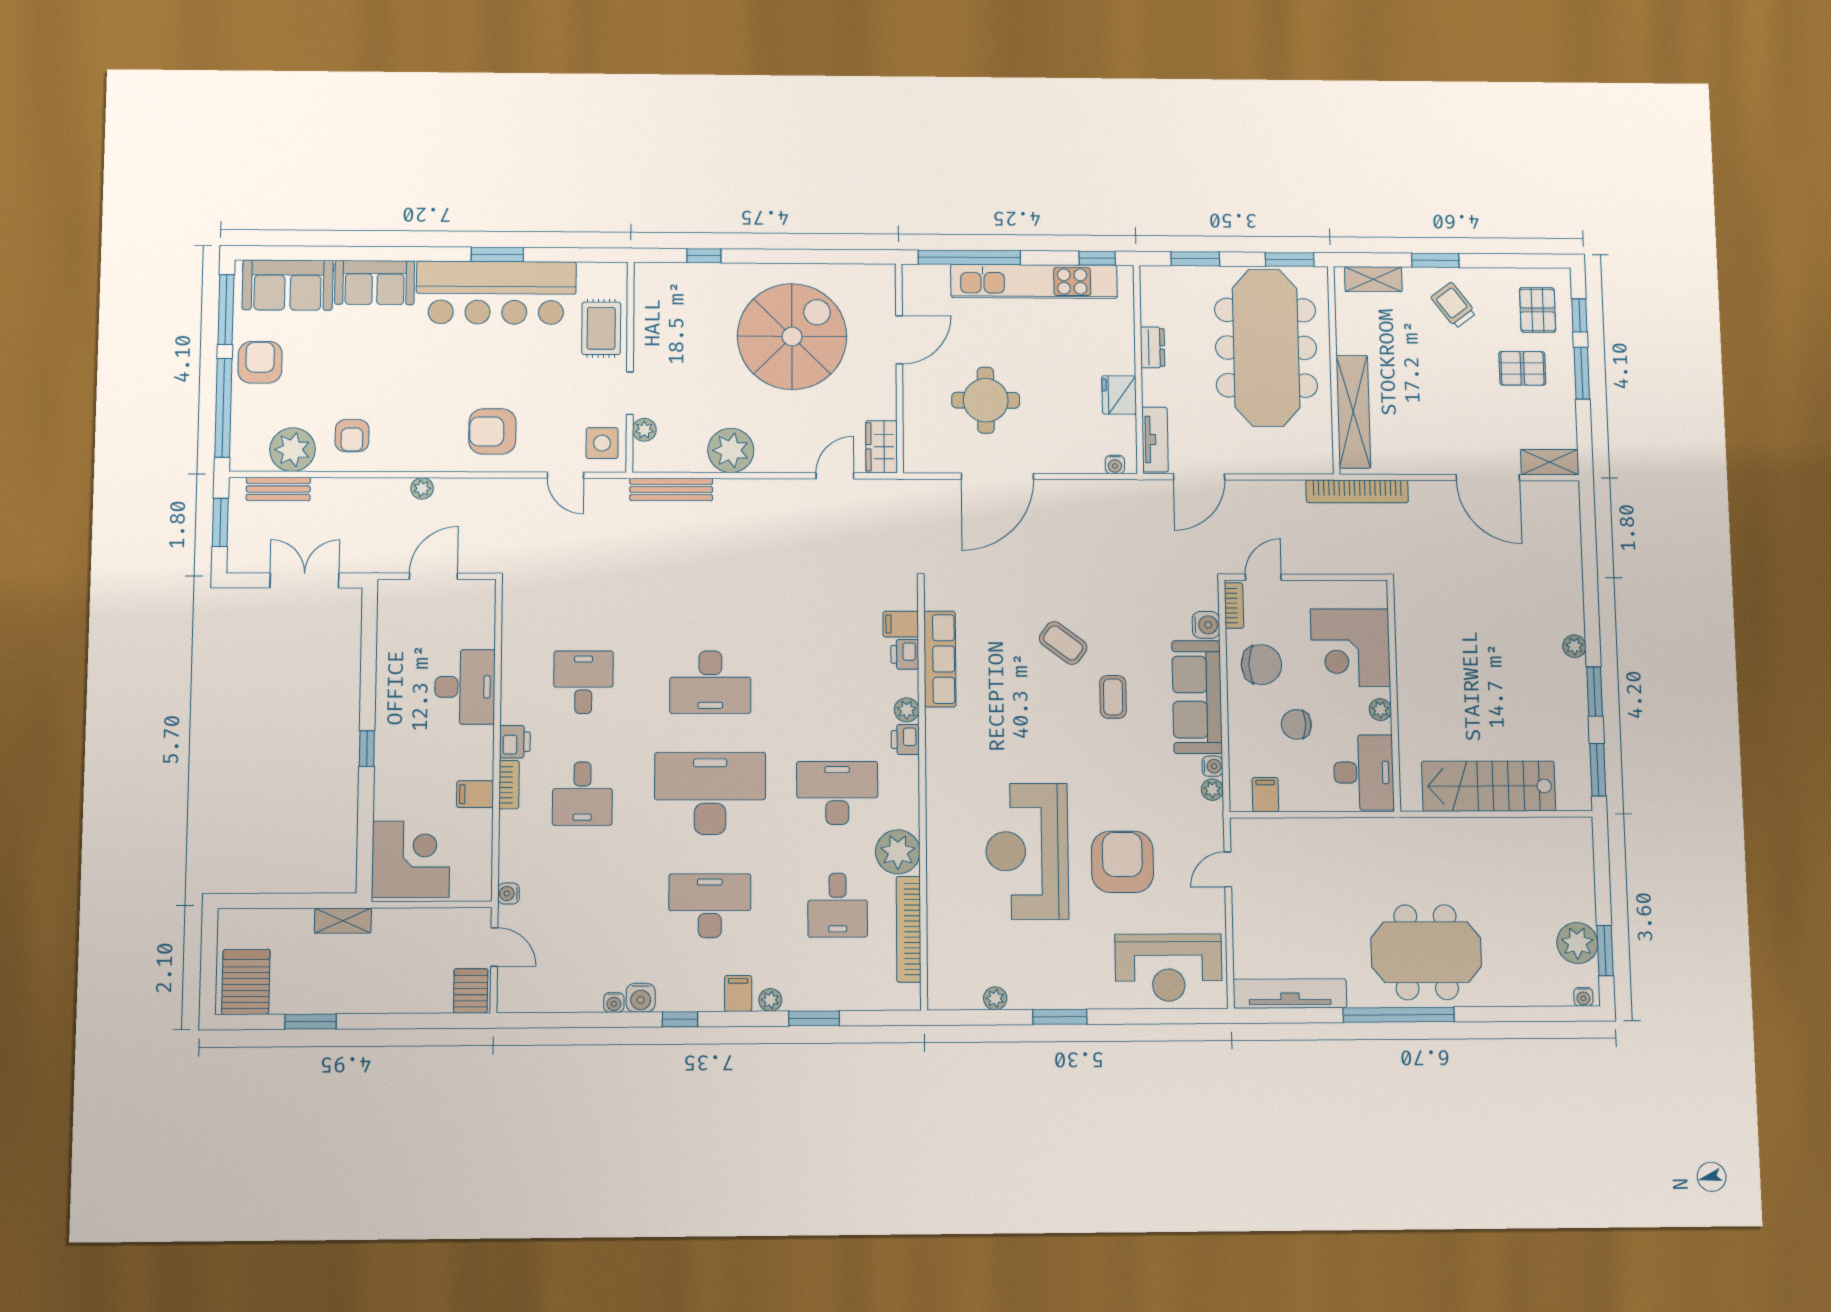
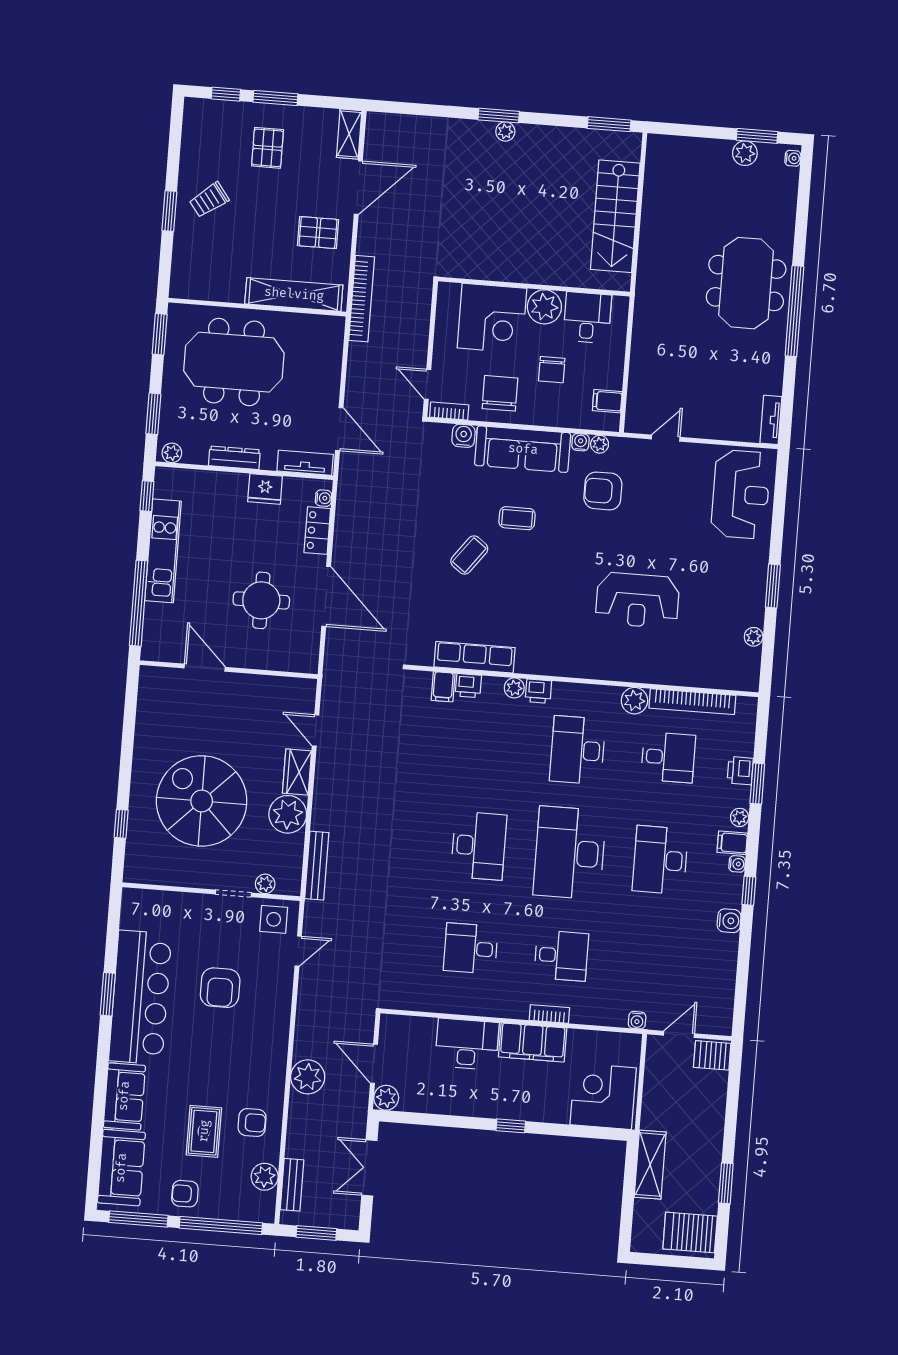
shelving: (1373, 279) -> (182, 265), removed
kitchen unit: (1034, 281) -> (163, 551), width x0.73
plant: (1151, 283) -> (172, 453), added
pallet: (1538, 310) -> (318, 233), moved
rug: (601, 328) -> (204, 1131), moved, turned 90
spiral stairs: (792, 337) -> (202, 801), moved
dresser: (1153, 347) -> (234, 458), width x1.44
meeting table: (1266, 348) -> (234, 362), width x0.73
armchair: (260, 362) -> (185, 1194), width x0.72, depth x0.72
armchair: (492, 431) -> (220, 988), moved
wardrobe: (882, 447) -> (297, 772), moved, turned 90
plant: (292, 450) -> (265, 1177), width x0.73, depth x0.73
locker: (1075, 460) -> (317, 531), added
plant: (422, 488) -> (308, 1077), width x1.88, depth x1.88
plant: (392, 594) -> (386, 1098), added
window: (1595, 691) -> (499, 116), moved
plant: (1380, 710) -> (544, 307), width x1.87, depth x1.87
printer: (515, 742) -> (740, 771), moved, turned -90
desk: (1364, 772) -> (587, 318), width x0.73
filing cabinet: (475, 794) -> (533, 1042), width x3.00, depth x1.17
reception desk: (1027, 851) -> (637, 600), width x0.74, depth x0.77
plant: (898, 852) -> (634, 701), width x0.73, depth x0.73
armchair: (1122, 862) -> (603, 491), moved, width x0.73, depth x0.73
door: (1228, 869) -> (666, 438), swing flipped
shelving: (343, 921) -> (650, 1165), width x1.50, depth x1.33
plant: (1577, 943) -> (745, 153), width x0.73, depth x0.73
tv unit: (1290, 994) -> (771, 420), width x0.52, depth x0.78
water cooler: (614, 1002) -> (737, 864), moved

